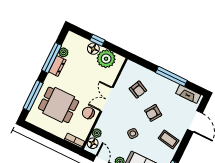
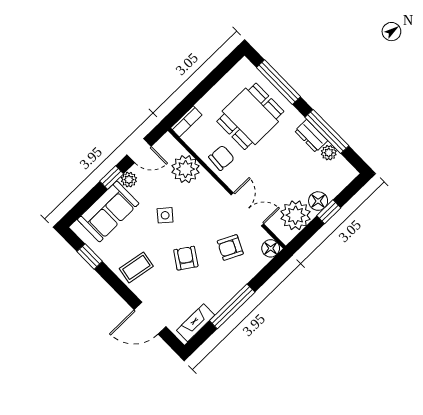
double door: (107, 99) -> (247, 209), moved
plant: (97, 133) -> (185, 169), width x1.88, depth x1.88
floor lamp: (93, 143) -> (271, 248), moved

